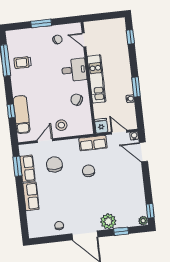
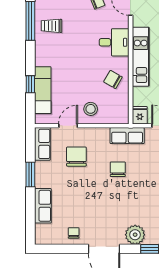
window: (17, 166) -> (30, 175), moved
row of seats: (27, 169) -> (42, 144), moved
row of seats: (31, 196) -> (43, 206), moved

